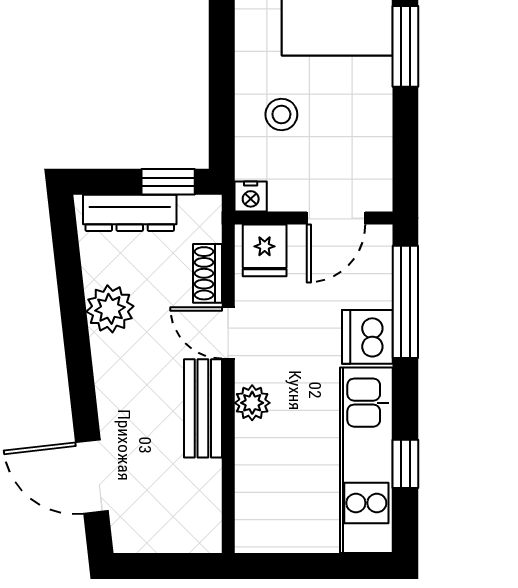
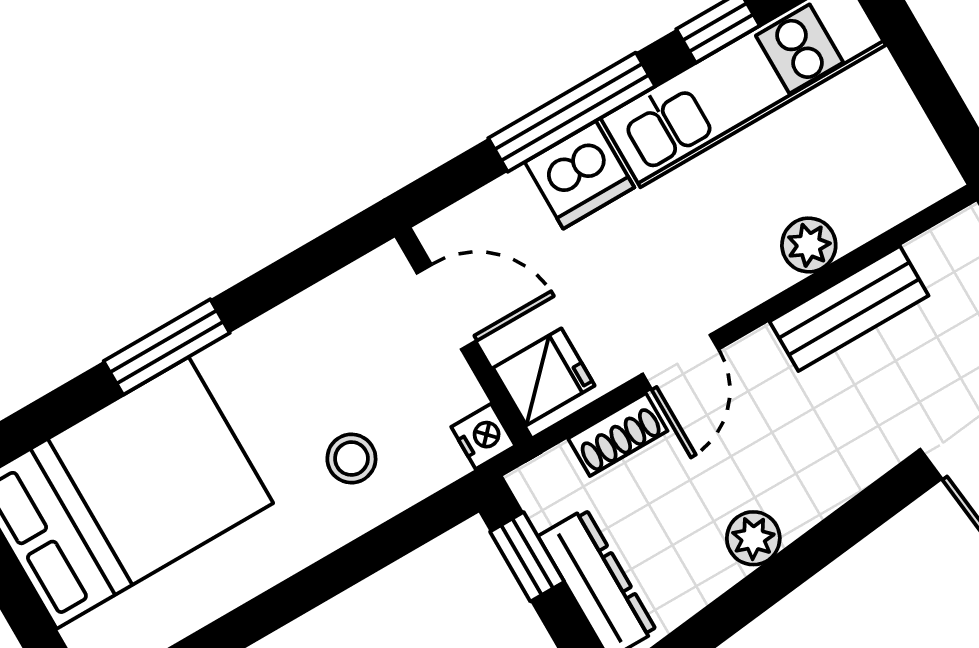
window: (405, 302) -> (572, 112), moved
plant: (110, 309) -> (753, 538), width x0.73, depth x0.73
plant: (252, 403) -> (809, 245), moved
bench: (203, 408) -> (849, 309), moved

